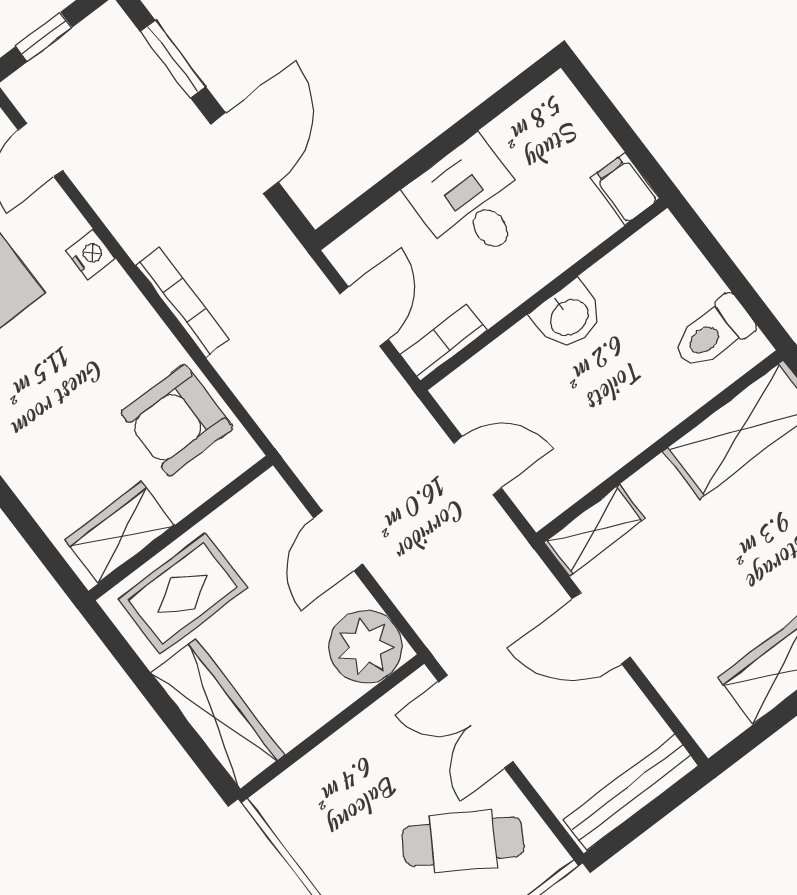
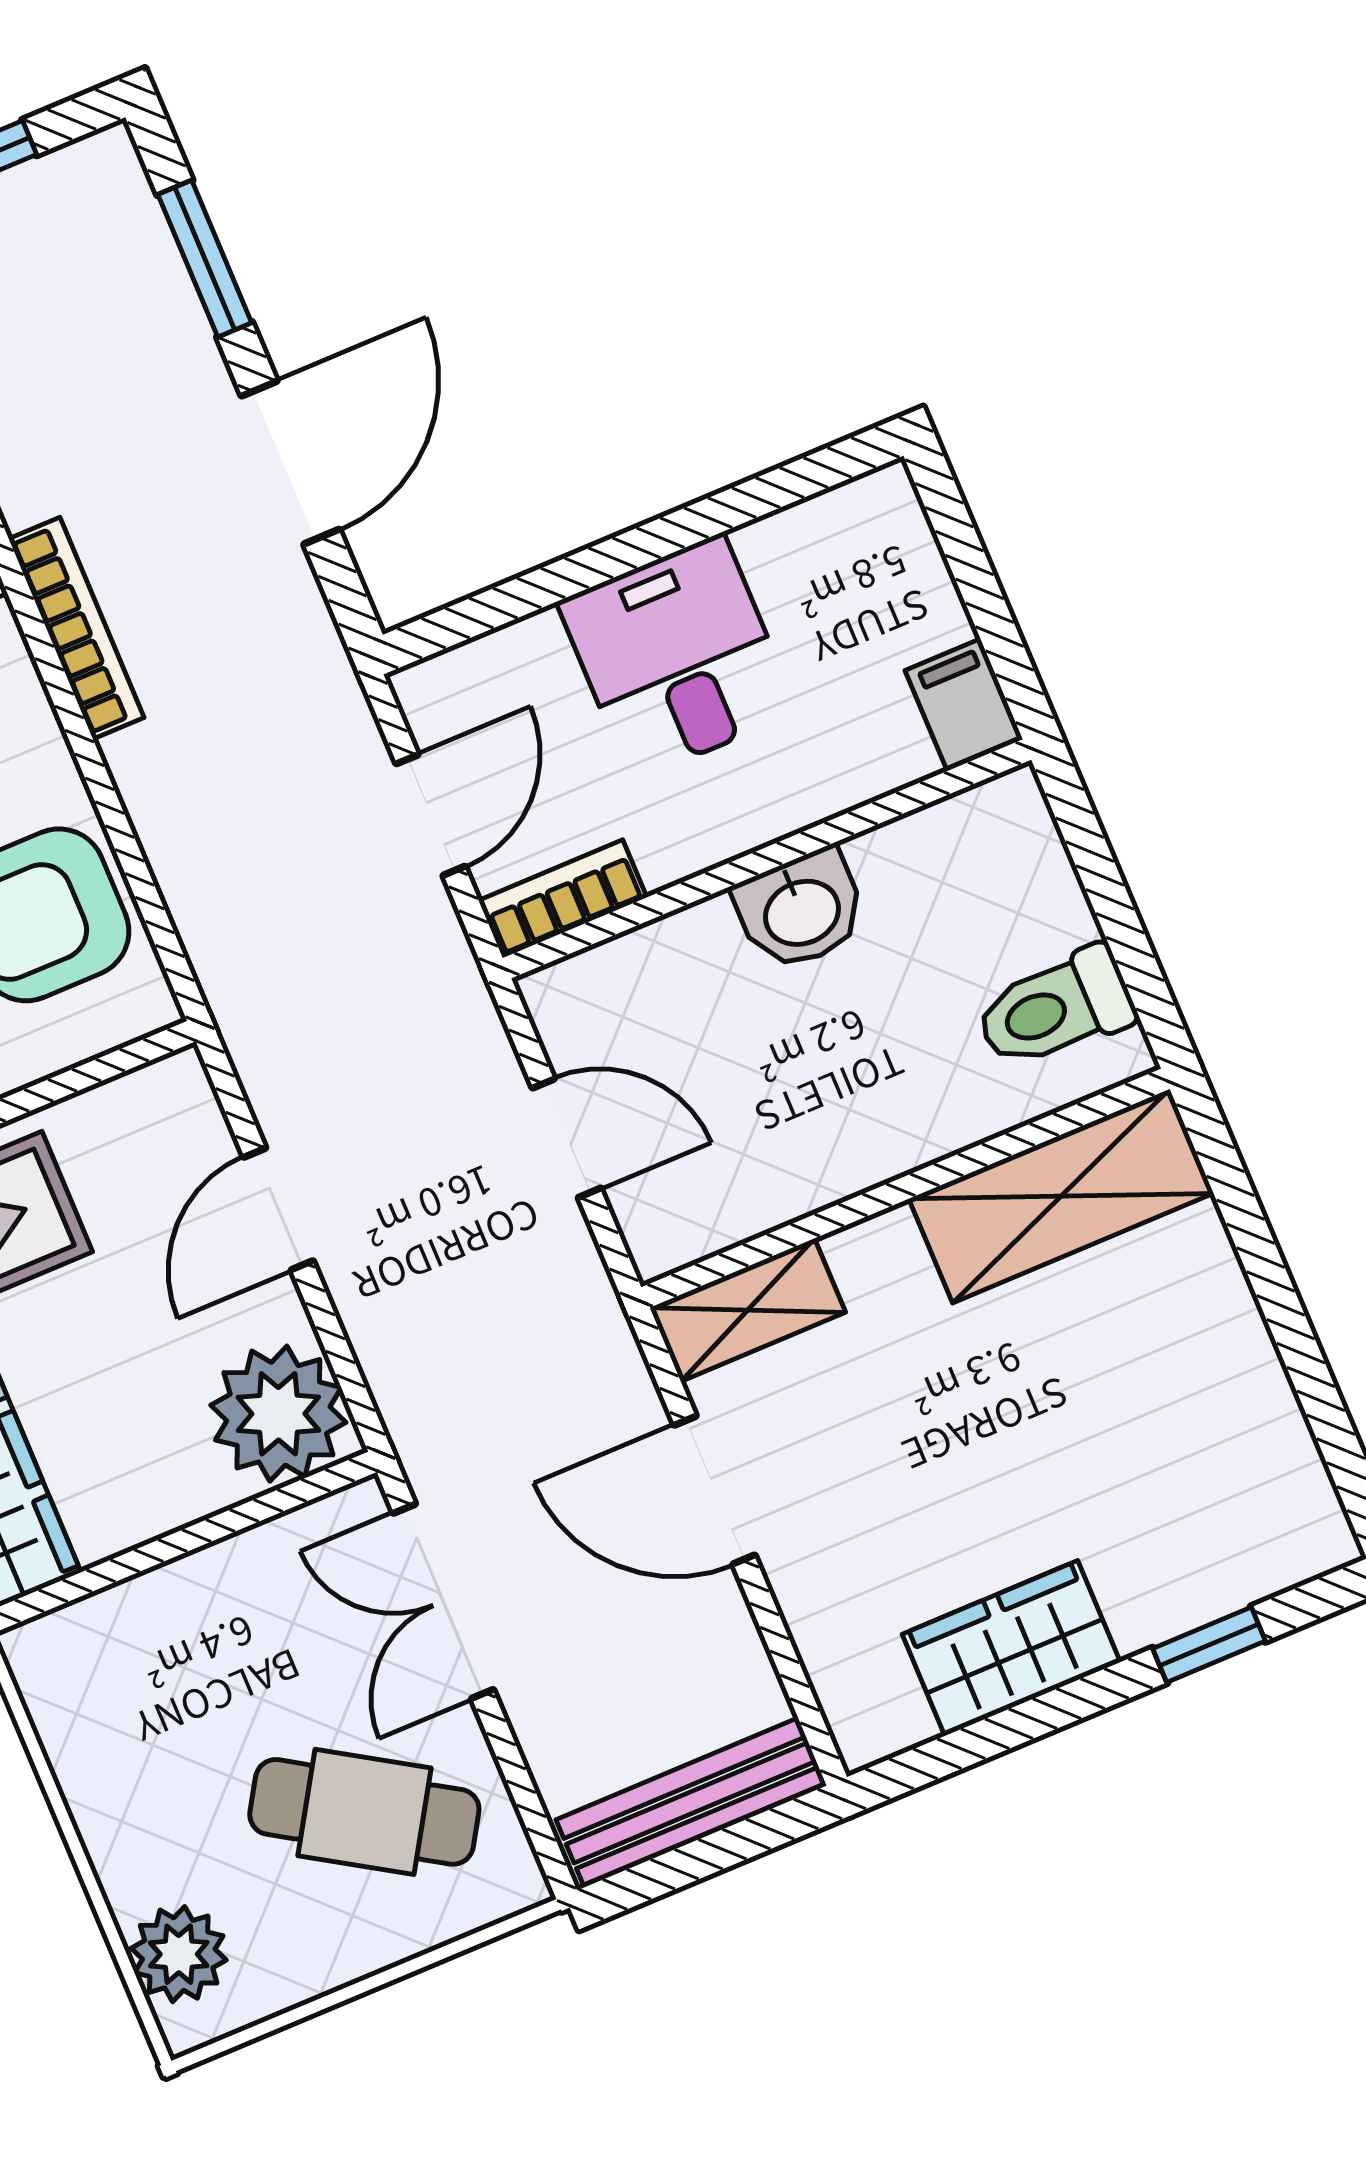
bookcase: (182, 302) -> (76, 628), moved

